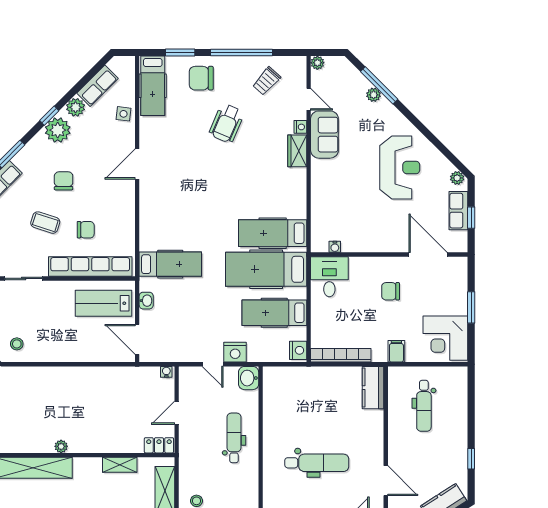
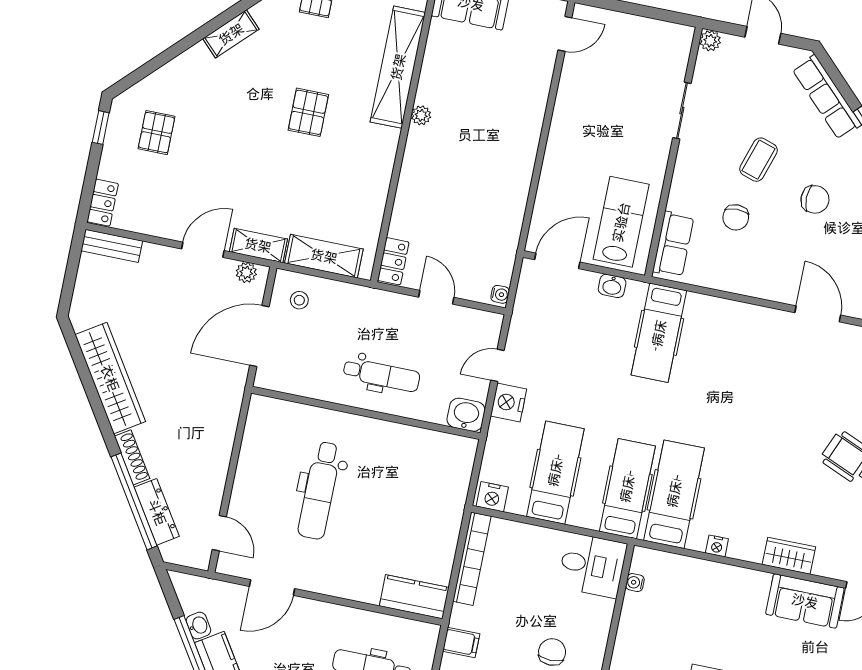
nightstand: (300, 127) -> (717, 546), moved
row of seats: (90, 267) -> (673, 244), width x0.50
hospital bed: (266, 269) -> (627, 489), width x0.73, depth x0.78
stool: (17, 344) -> (587, 81), removed
shelving: (120, 465) -> (376, 197), removed

